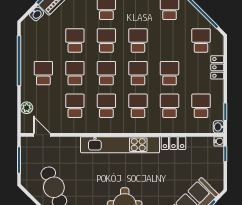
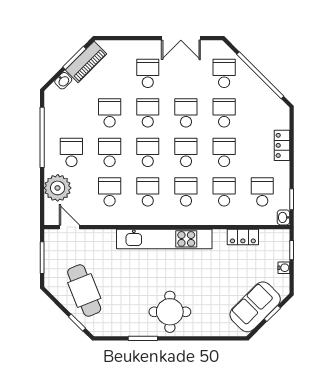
school desk: (201, 41) -> (224, 113), moved
plant: (27, 108) -> (58, 188), width x1.87, depth x1.87
water cooler: (219, 141) -> (284, 268), moved
locker: (173, 143) -> (243, 237), moved

